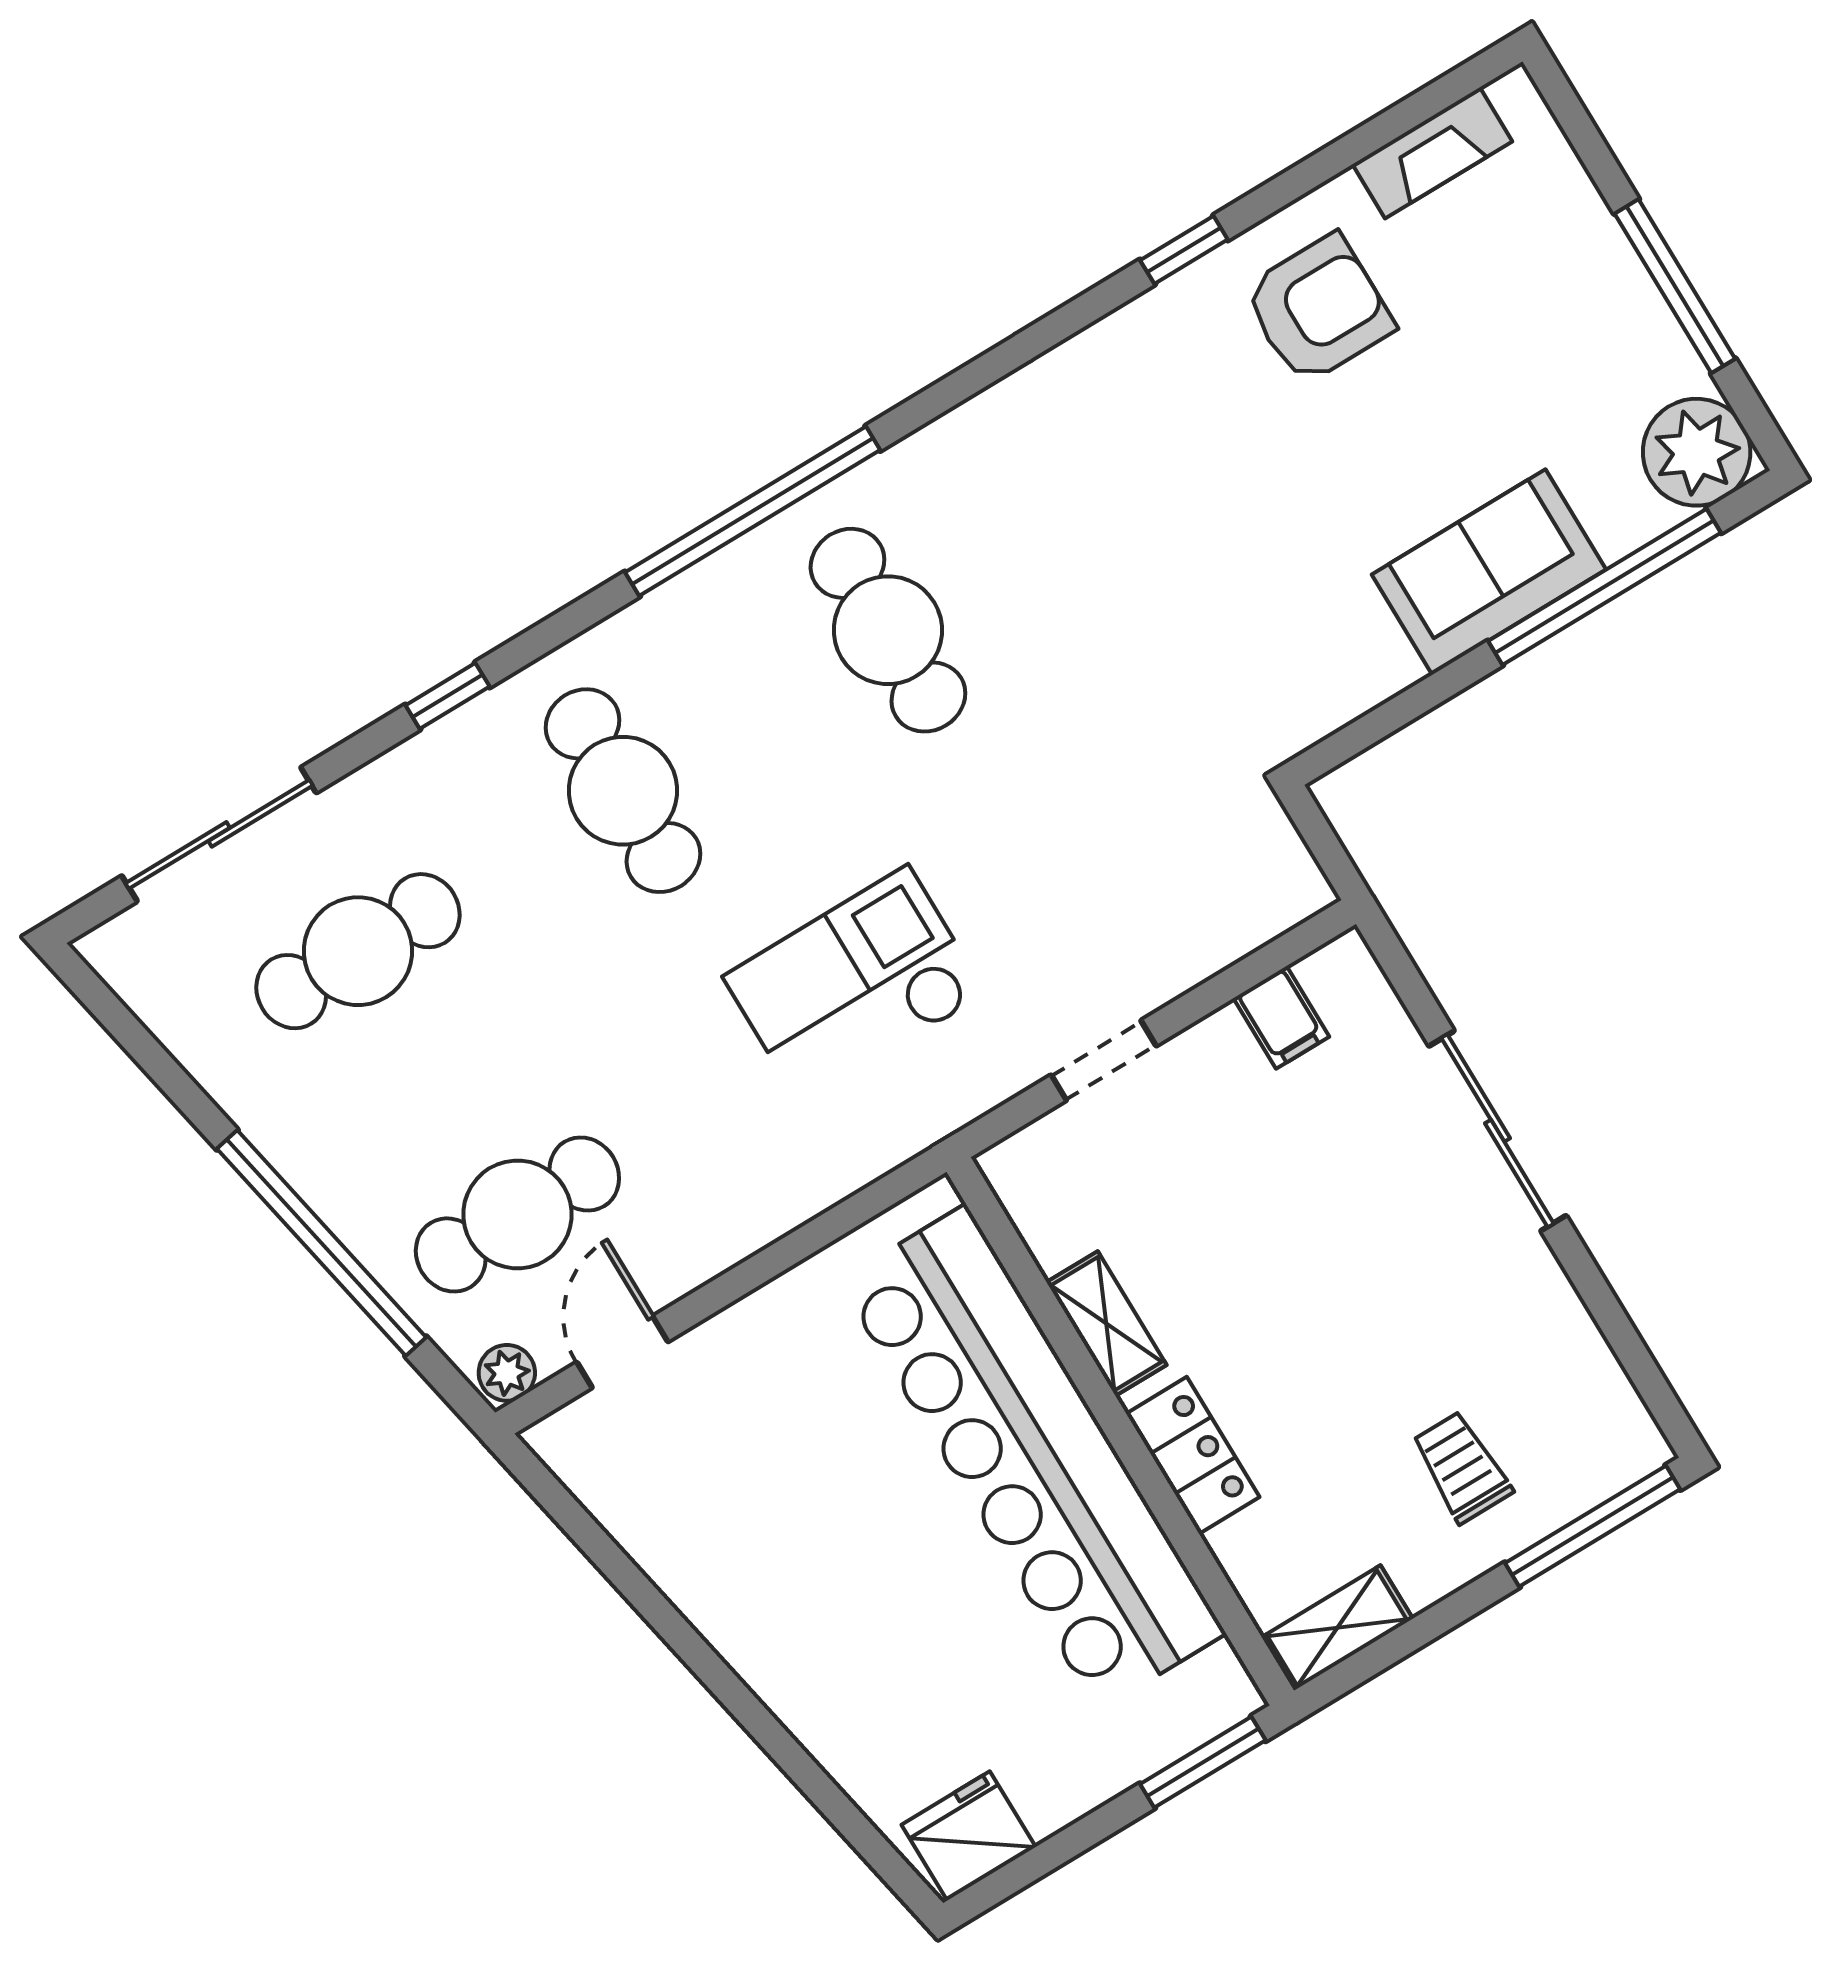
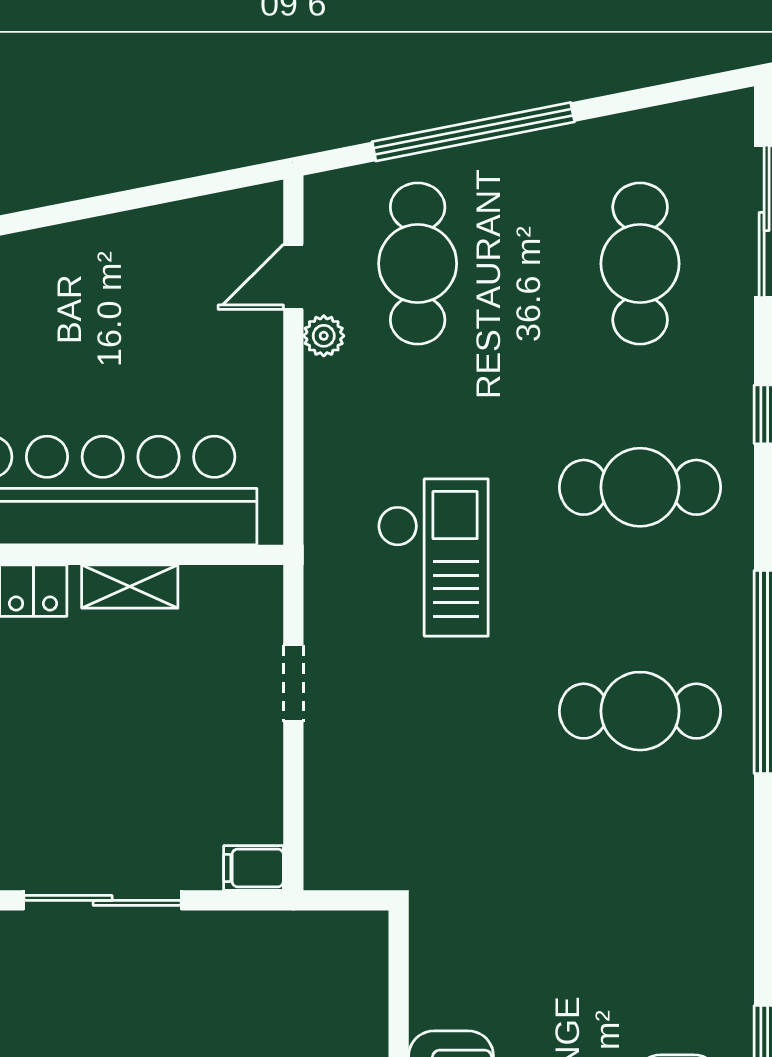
filing cabinet: (1281, 1017) -> (254, 868), moved
door: (622, 1352) -> (293, 277), swing flipped
plant: (507, 1373) -> (324, 336), moved

